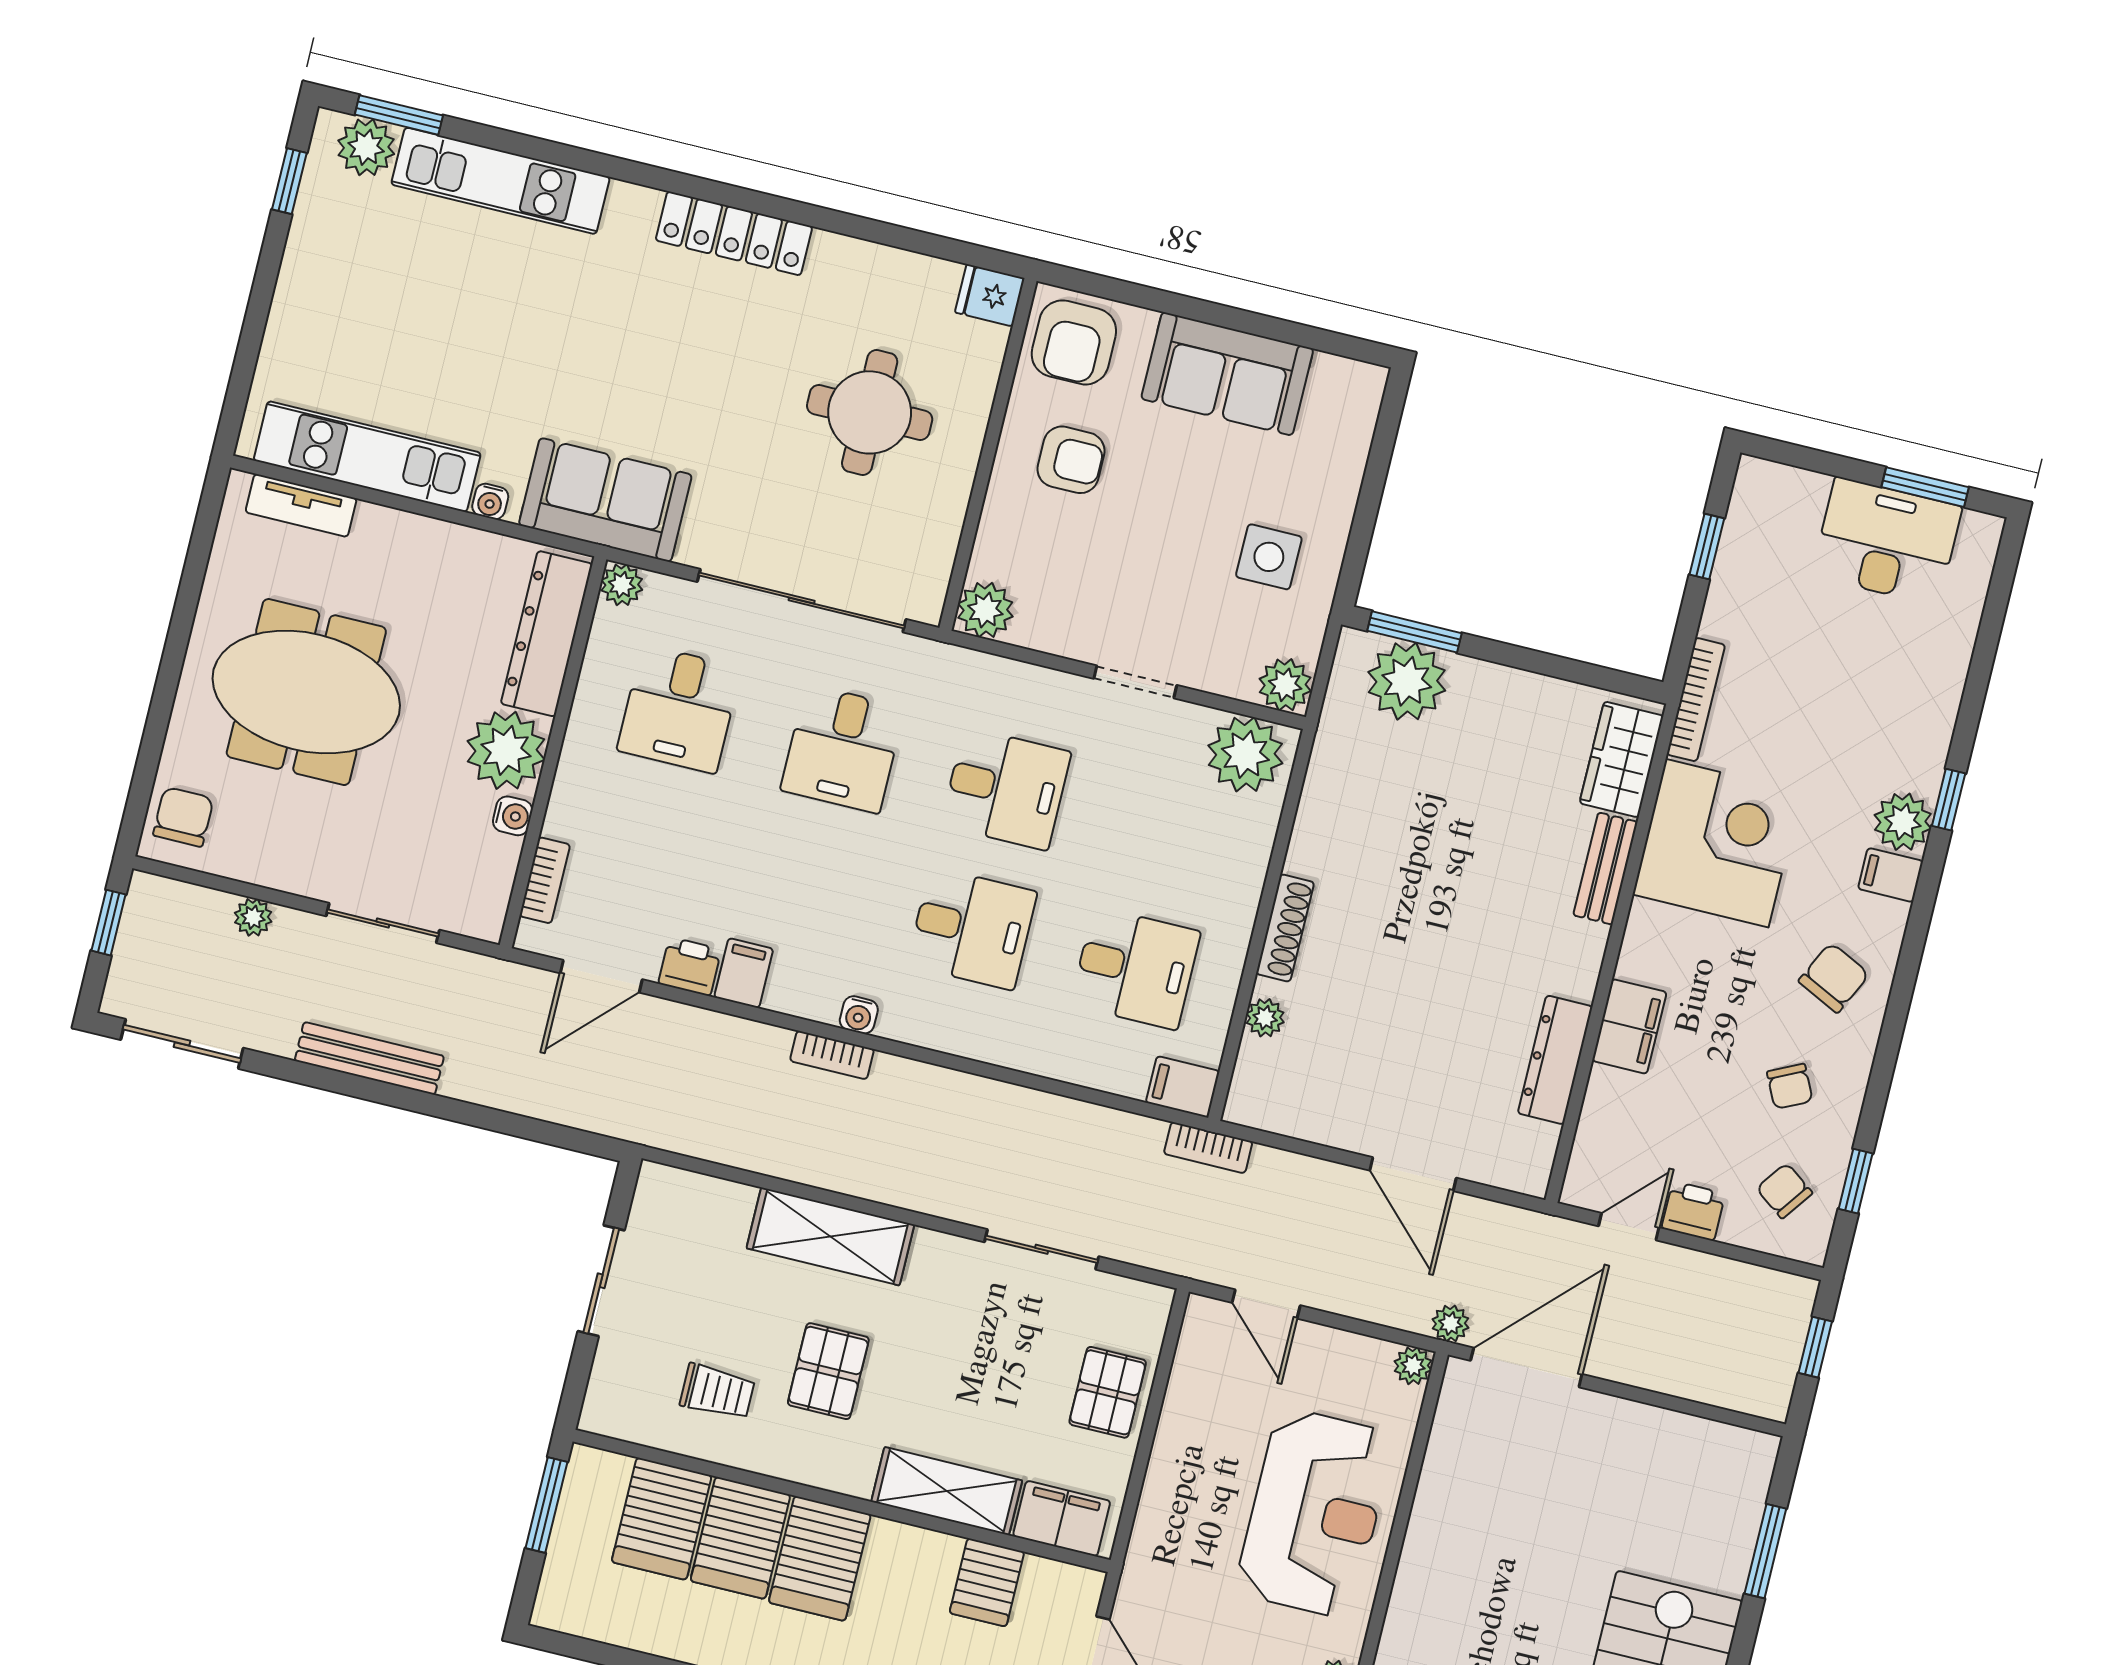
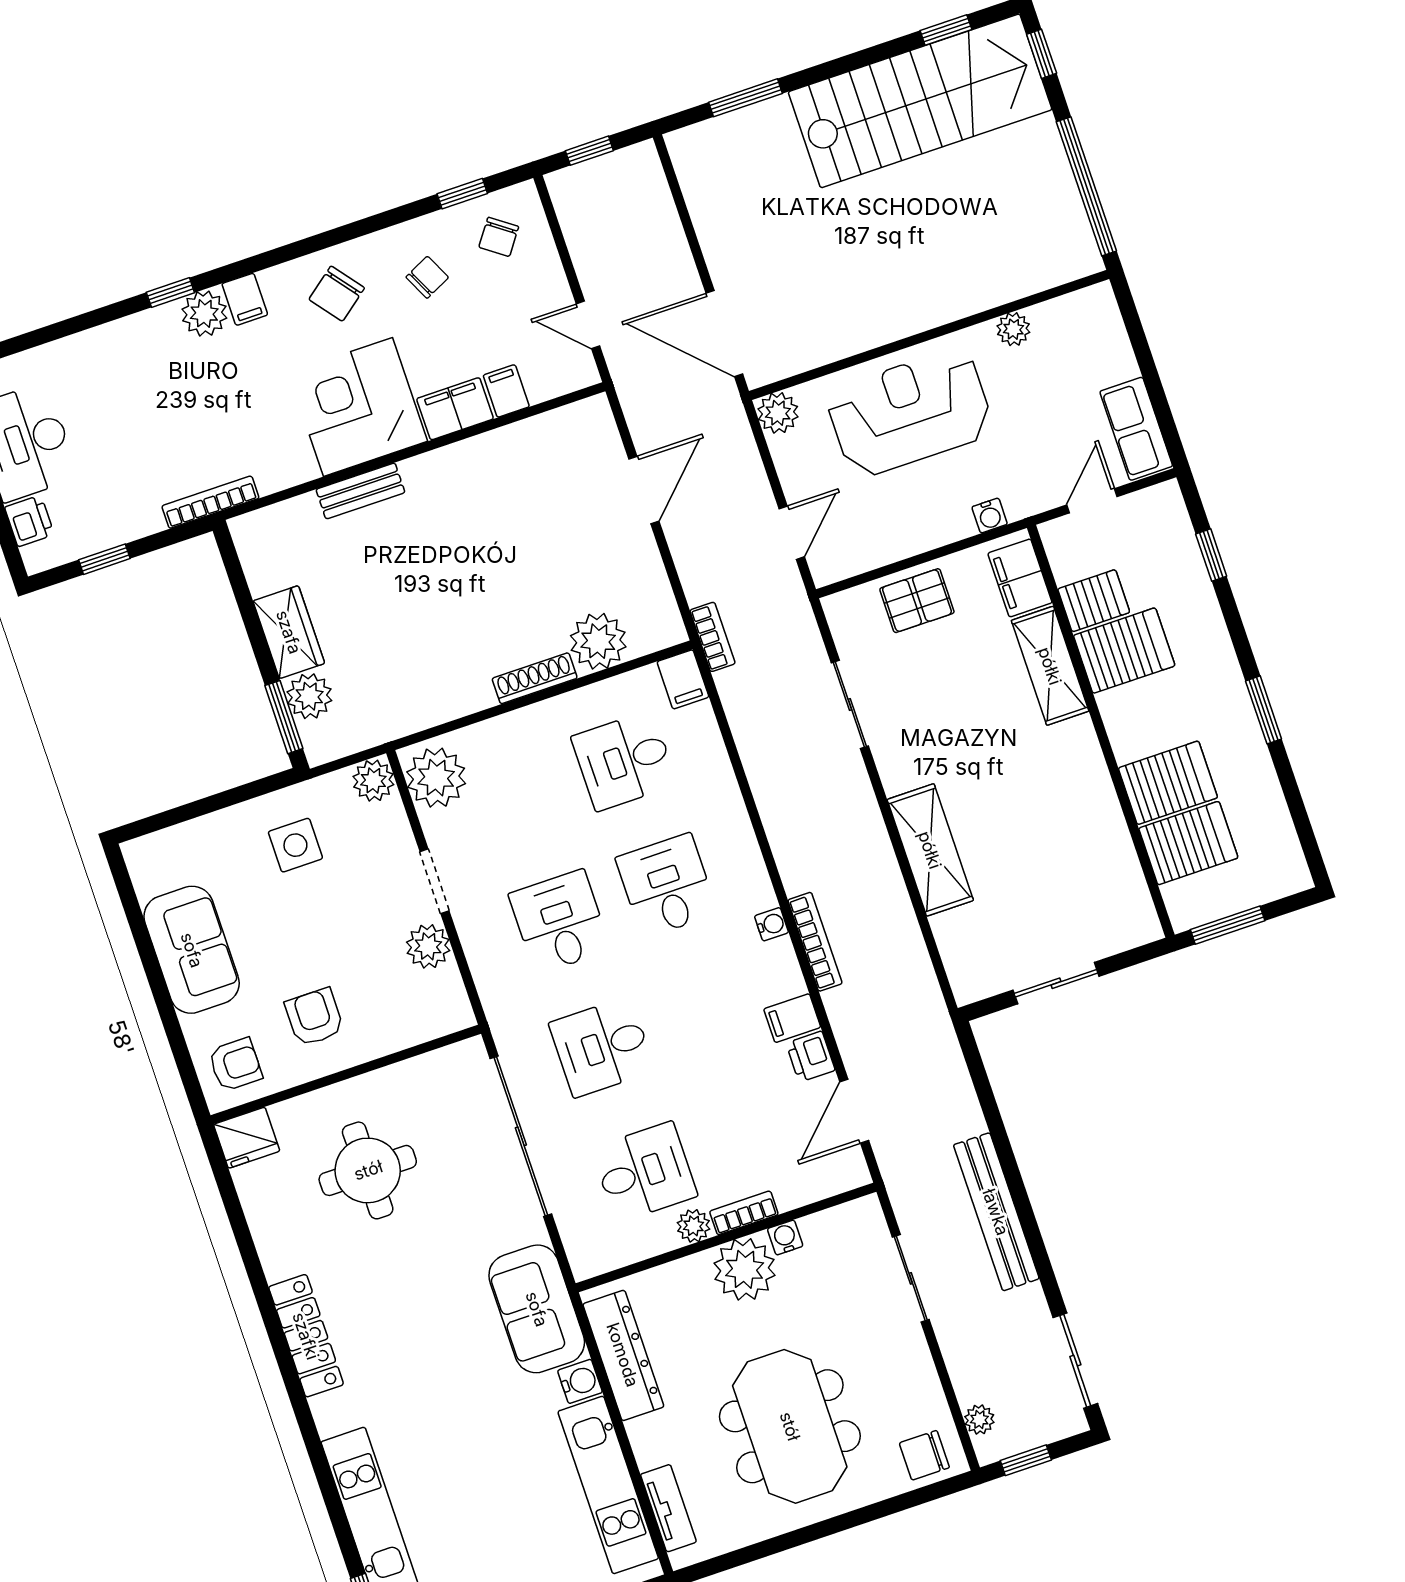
fridge: (990, 295) -> (247, 1138), width x1.38
armchair: (1074, 342) -> (235, 1065), width x0.72, depth x0.72
water cooler: (490, 501) -> (580, 1381), width x1.38, depth x1.38
plant: (622, 585) -> (694, 1226), moved
plant: (985, 610) -> (428, 946), moved
dresser: (547, 634) -> (623, 1355), moved, turned -90
plant: (1407, 681) -> (309, 696), width x0.73, depth x0.73
desk: (843, 749) -> (602, 1047), turned 180
wardrobe: (1622, 759) -> (289, 632), moved, turned -90
corner desk: (1717, 843) -> (358, 407), moved
bookcase: (545, 880) -> (744, 1213), moved
plant: (253, 917) -> (979, 1420), moved
desk: (1135, 968) -> (624, 761), turned -90
door: (601, 976) -> (854, 1111), swing flipped
chair: (1834, 978) -> (337, 294), turned -64
plant: (1265, 1018) -> (598, 641), width x1.88, depth x1.88
bookcase: (832, 1055) -> (815, 942), width x1.56
bench: (369, 1058) -> (996, 1212), width x1.37, depth x1.21
dresser: (1555, 1060) -> (508, 444), removed
filing cabinet: (1614, 1094) -> (506, 391), added
printer: (1693, 1211) -> (29, 521), moved, turned 180
plant: (1450, 1323) -> (727, 402), removed
plant: (1413, 1366) -> (778, 413), width x1.38, depth x1.38
pallet: (828, 1371) -> (1020, 795), removed
trolley: (717, 1392) -> (1081, 860), removed
water cooler: (1150, 1529) -> (990, 516), added
server rack: (820, 1559) -> (1124, 651), moved

